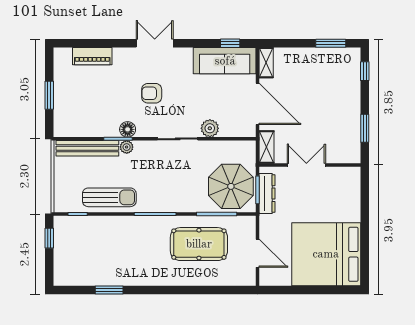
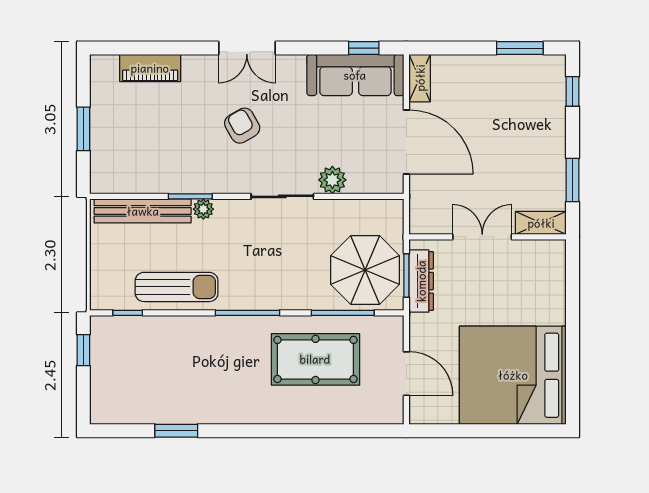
double door: (155, 43) -> (247, 48), swing flipped
armchair: (152, 93) -> (242, 126), turned 60
floor lamp: (128, 129) -> (205, 182), removed
shelving: (267, 147) -> (541, 223), moved, turned 90

